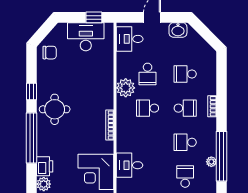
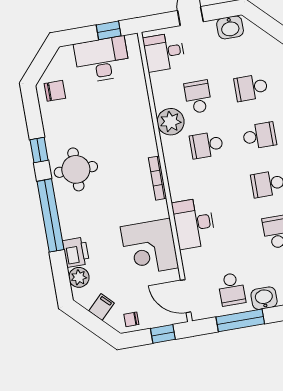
school desk: (148, 74) -> (198, 97), turned 180
desk: (129, 165) -> (194, 223), width x1.37

